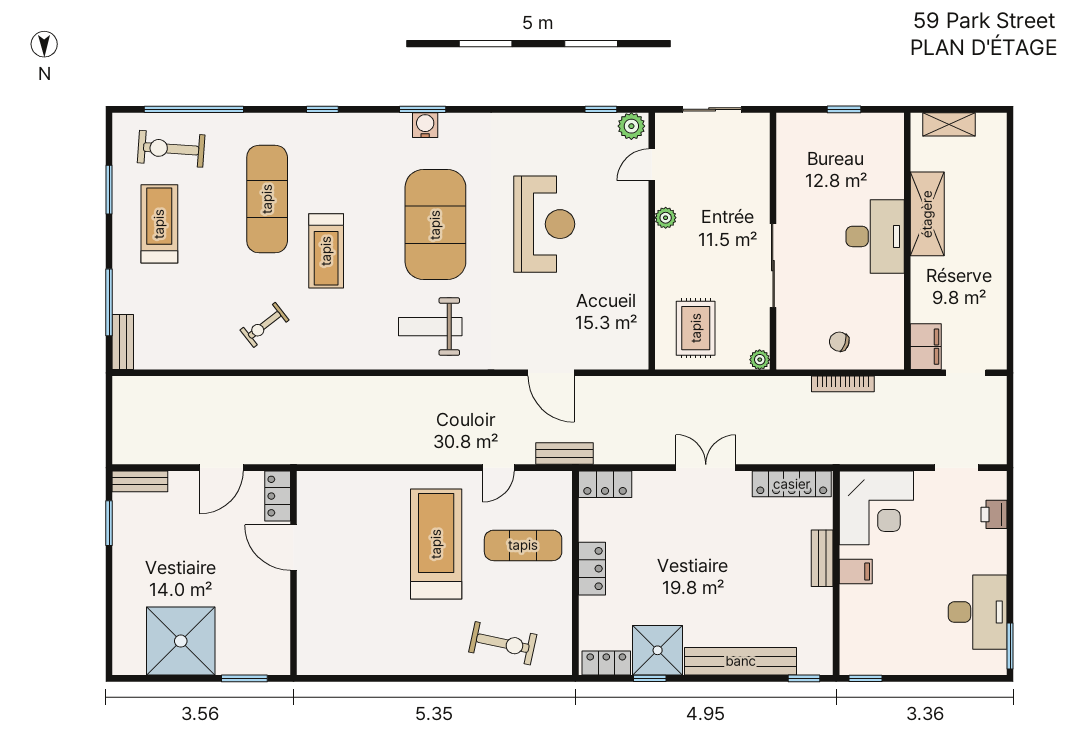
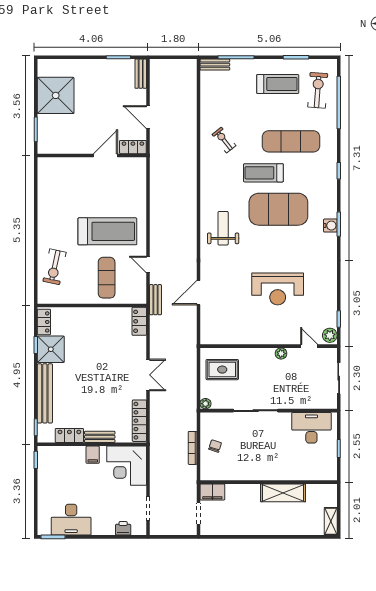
shelving: (949, 124) -> (331, 521), moved
exercise mat: (435, 225) -> (278, 209), moved
desk: (875, 236) -> (311, 428), moved, turned 180
locker: (592, 569) -> (69, 435), moved, turned 180

